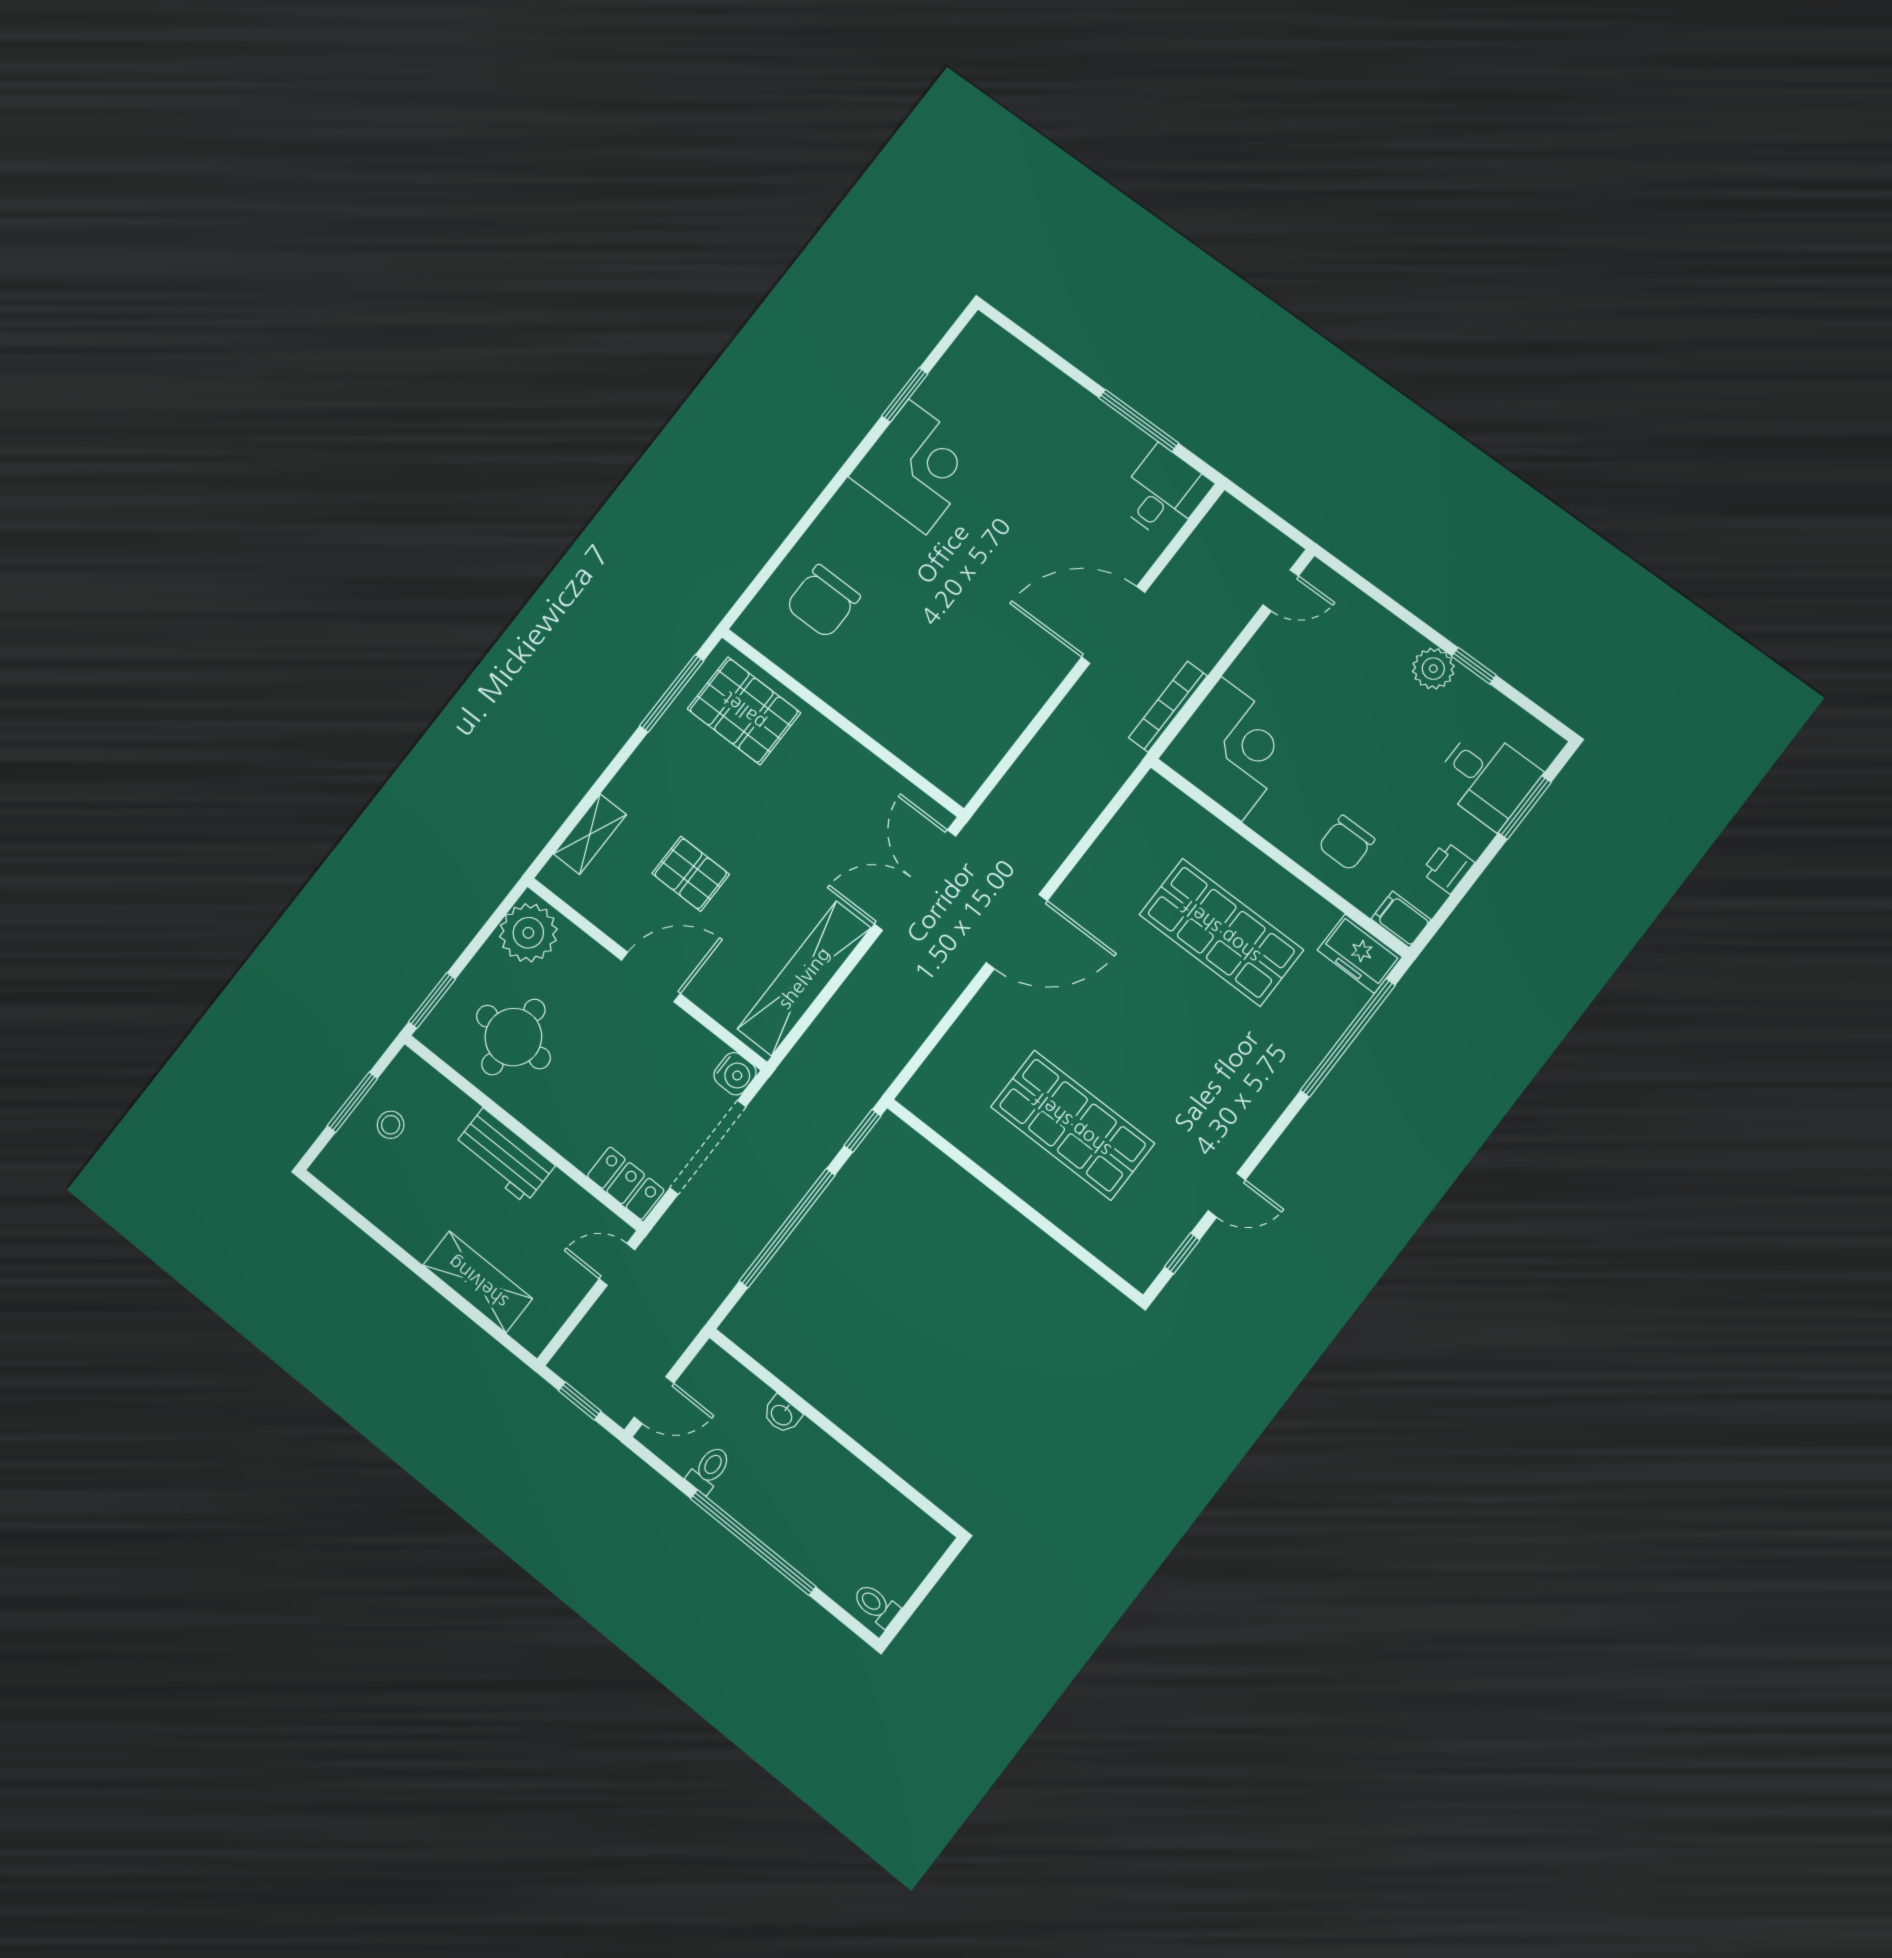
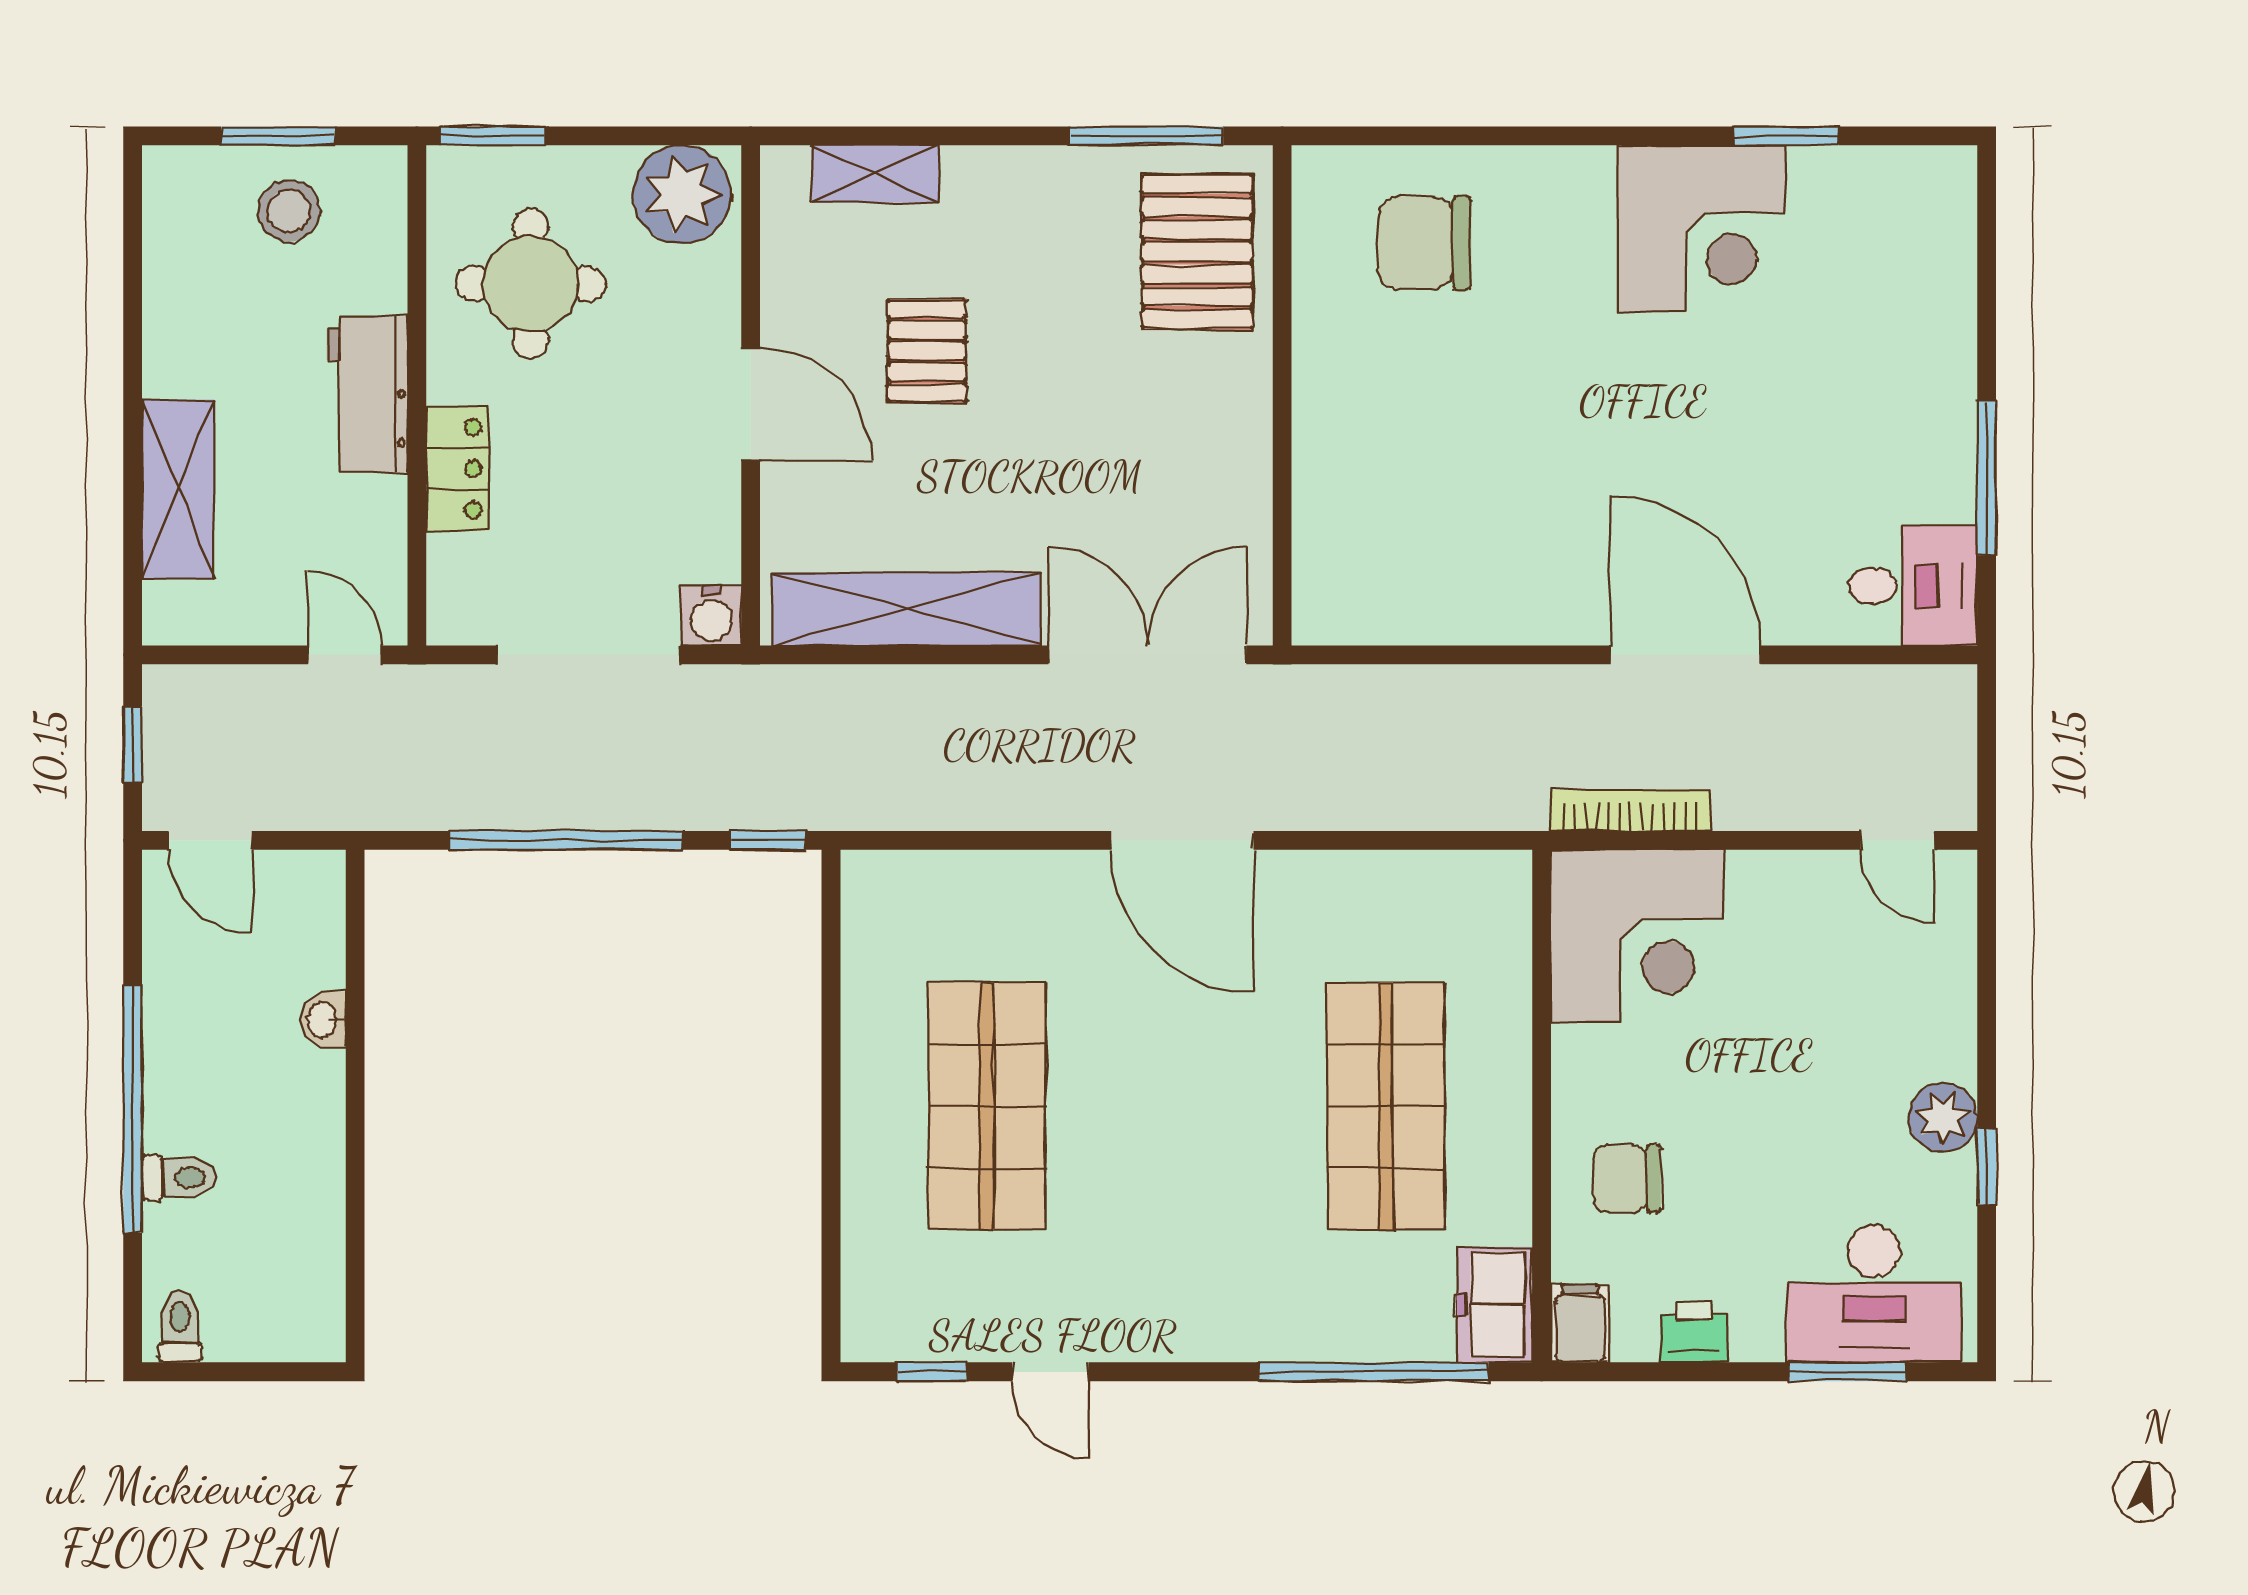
desk: (1487, 778) -> (1874, 1294), width x1.37
stool: (391, 1125) -> (289, 211), width x1.37, depth x1.37
locker: (626, 1183) -> (458, 469), moved
toilet: (709, 1470) -> (179, 1178), moved

